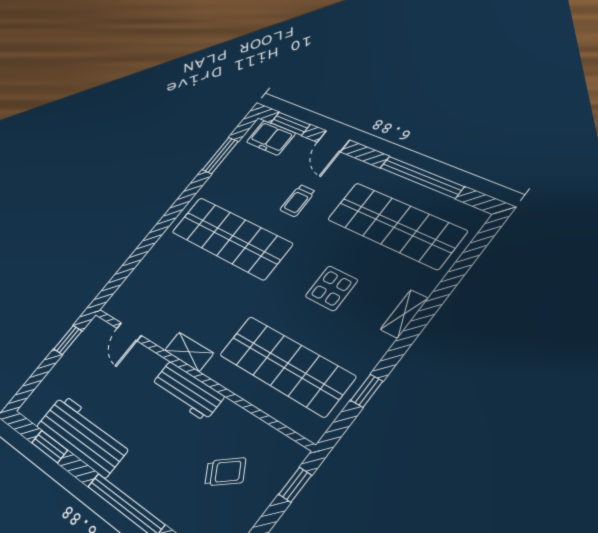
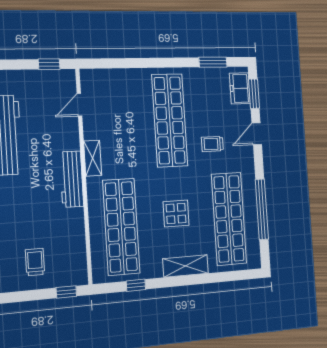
shelving: (404, 314) -> (186, 266), width x1.50, depth x1.33
trolley: (225, 472) -> (35, 262), moved, turned -145

